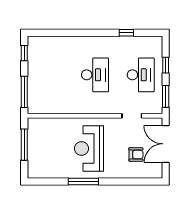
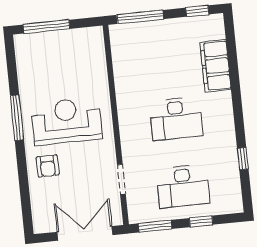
filing cabinet: (62, 45) -> (216, 66), added
window: (24, 145) -> (46, 27), moved
armchair: (136, 155) -> (48, 166), moved

